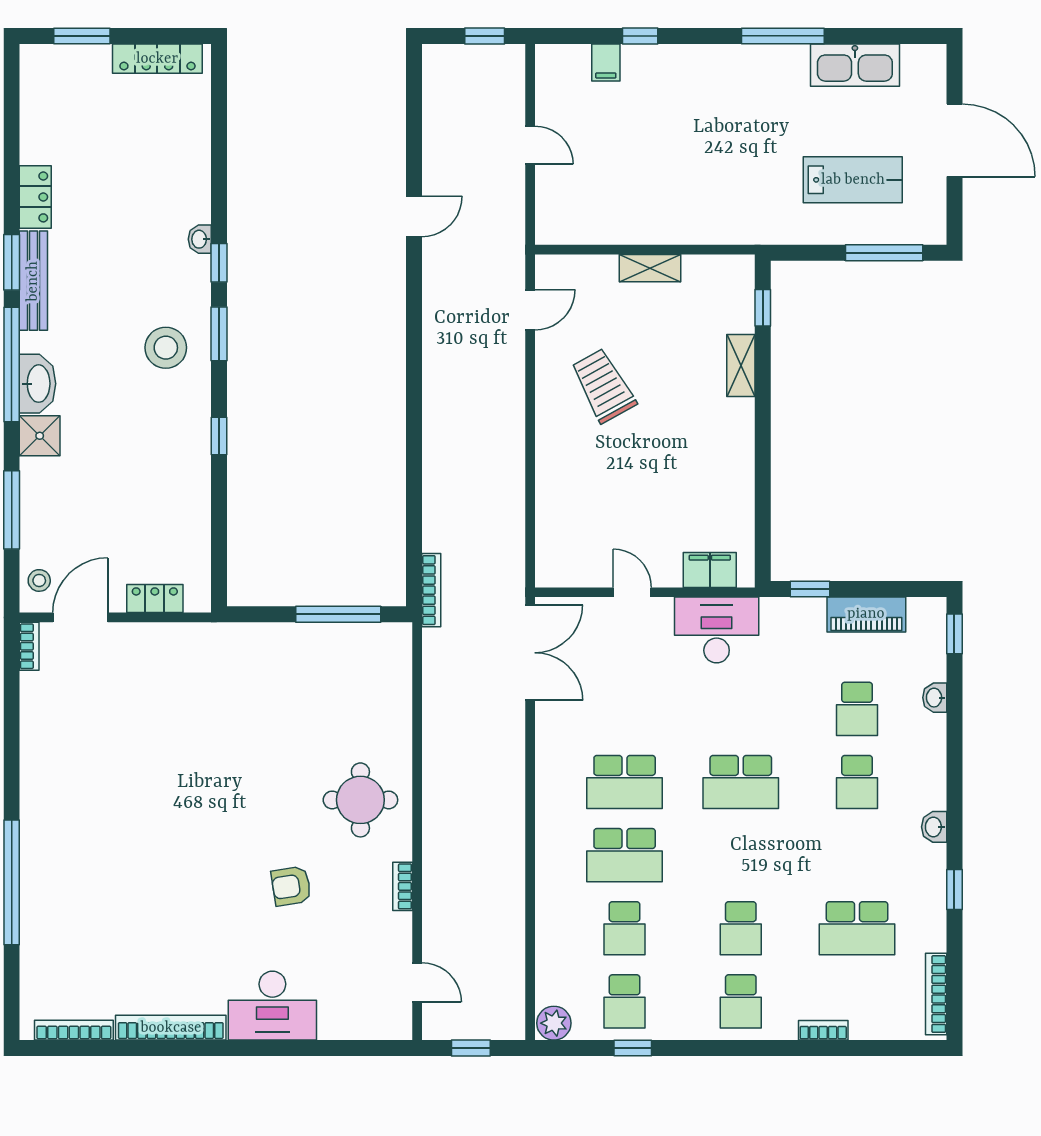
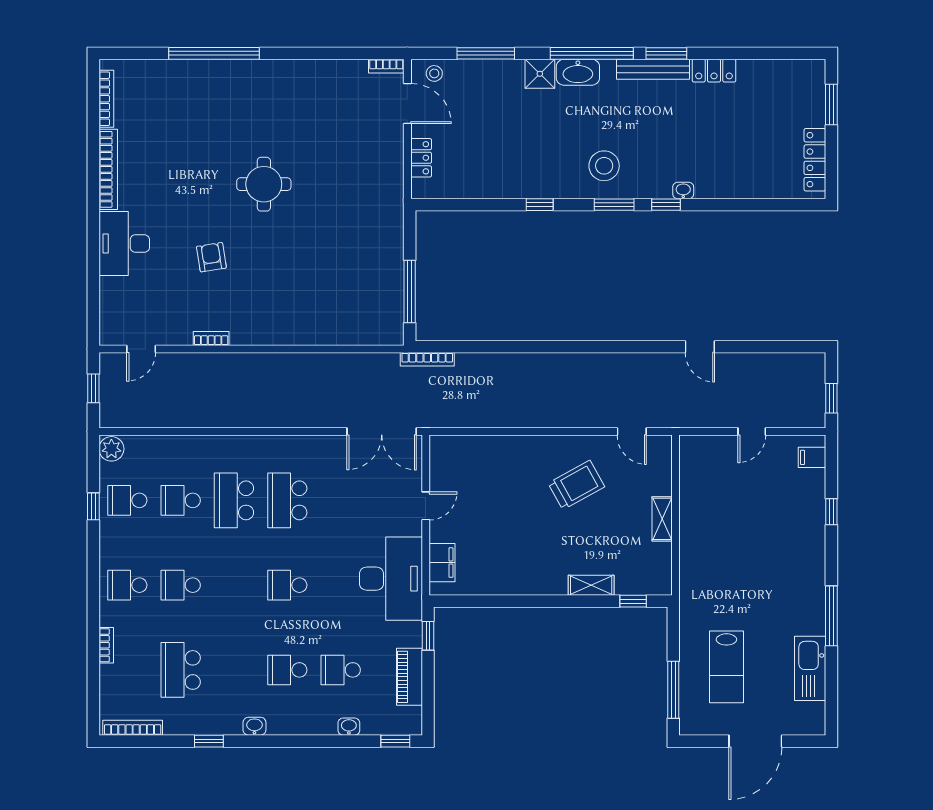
filing cabinet: (606, 62) -> (812, 457), moved
desk: (717, 630) -> (391, 579), width x1.36, depth x1.30
school desk: (741, 782) -> (287, 585), width x0.54
round table: (360, 800) -> (264, 184), moved

